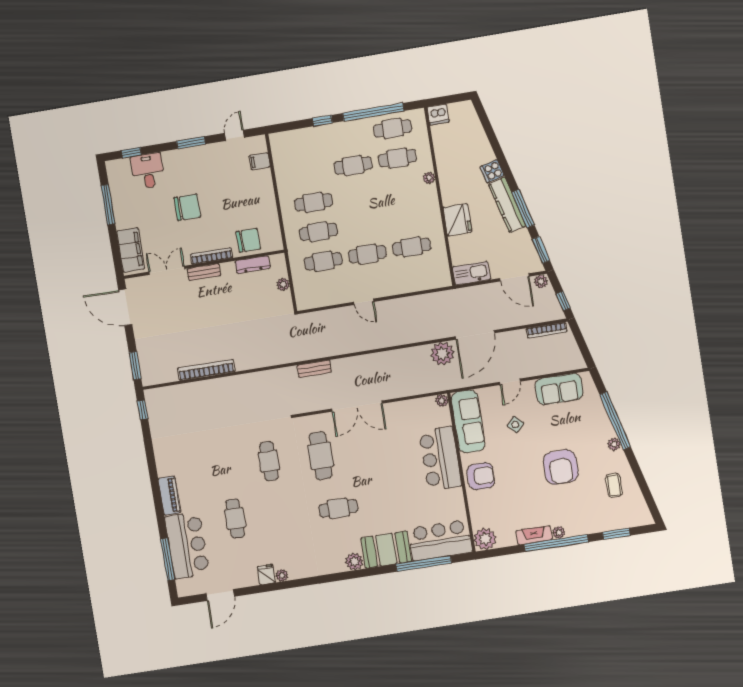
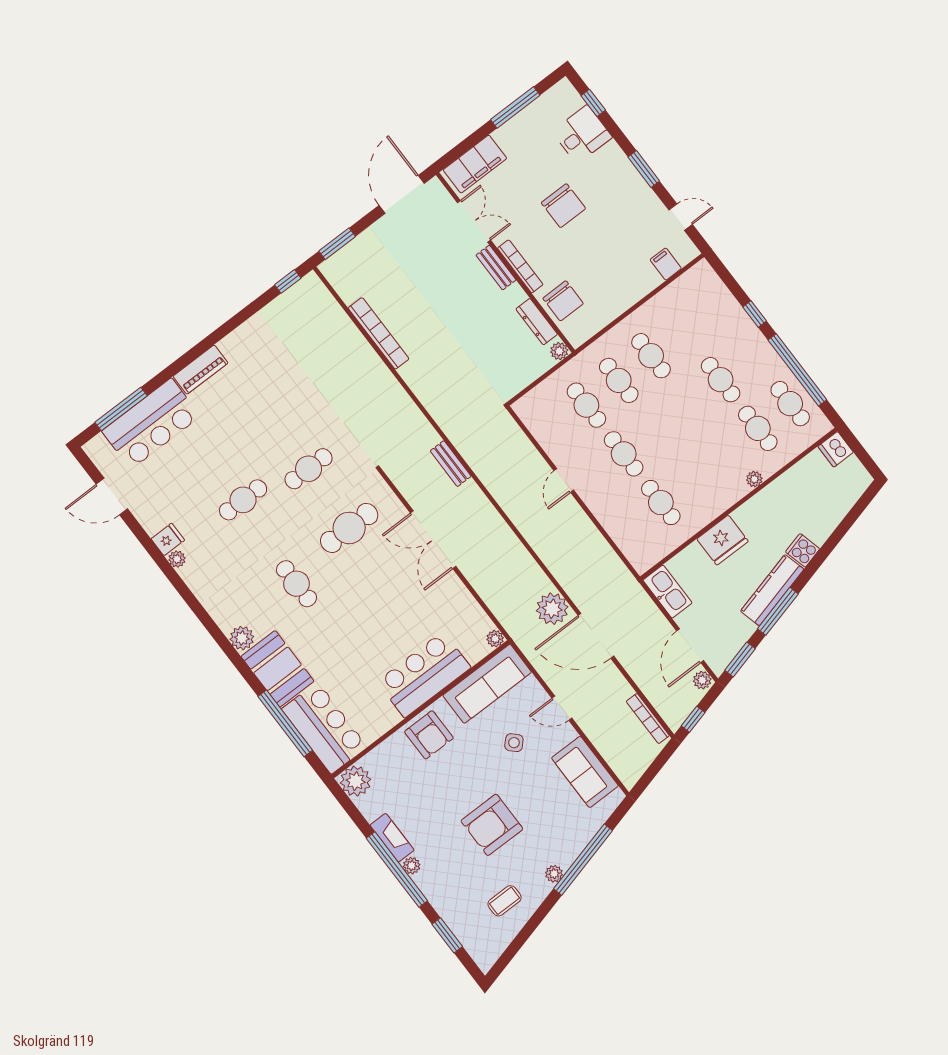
plant: (283, 284) -> (559, 351), moved
cafe table: (235, 518) -> (243, 500), moved

